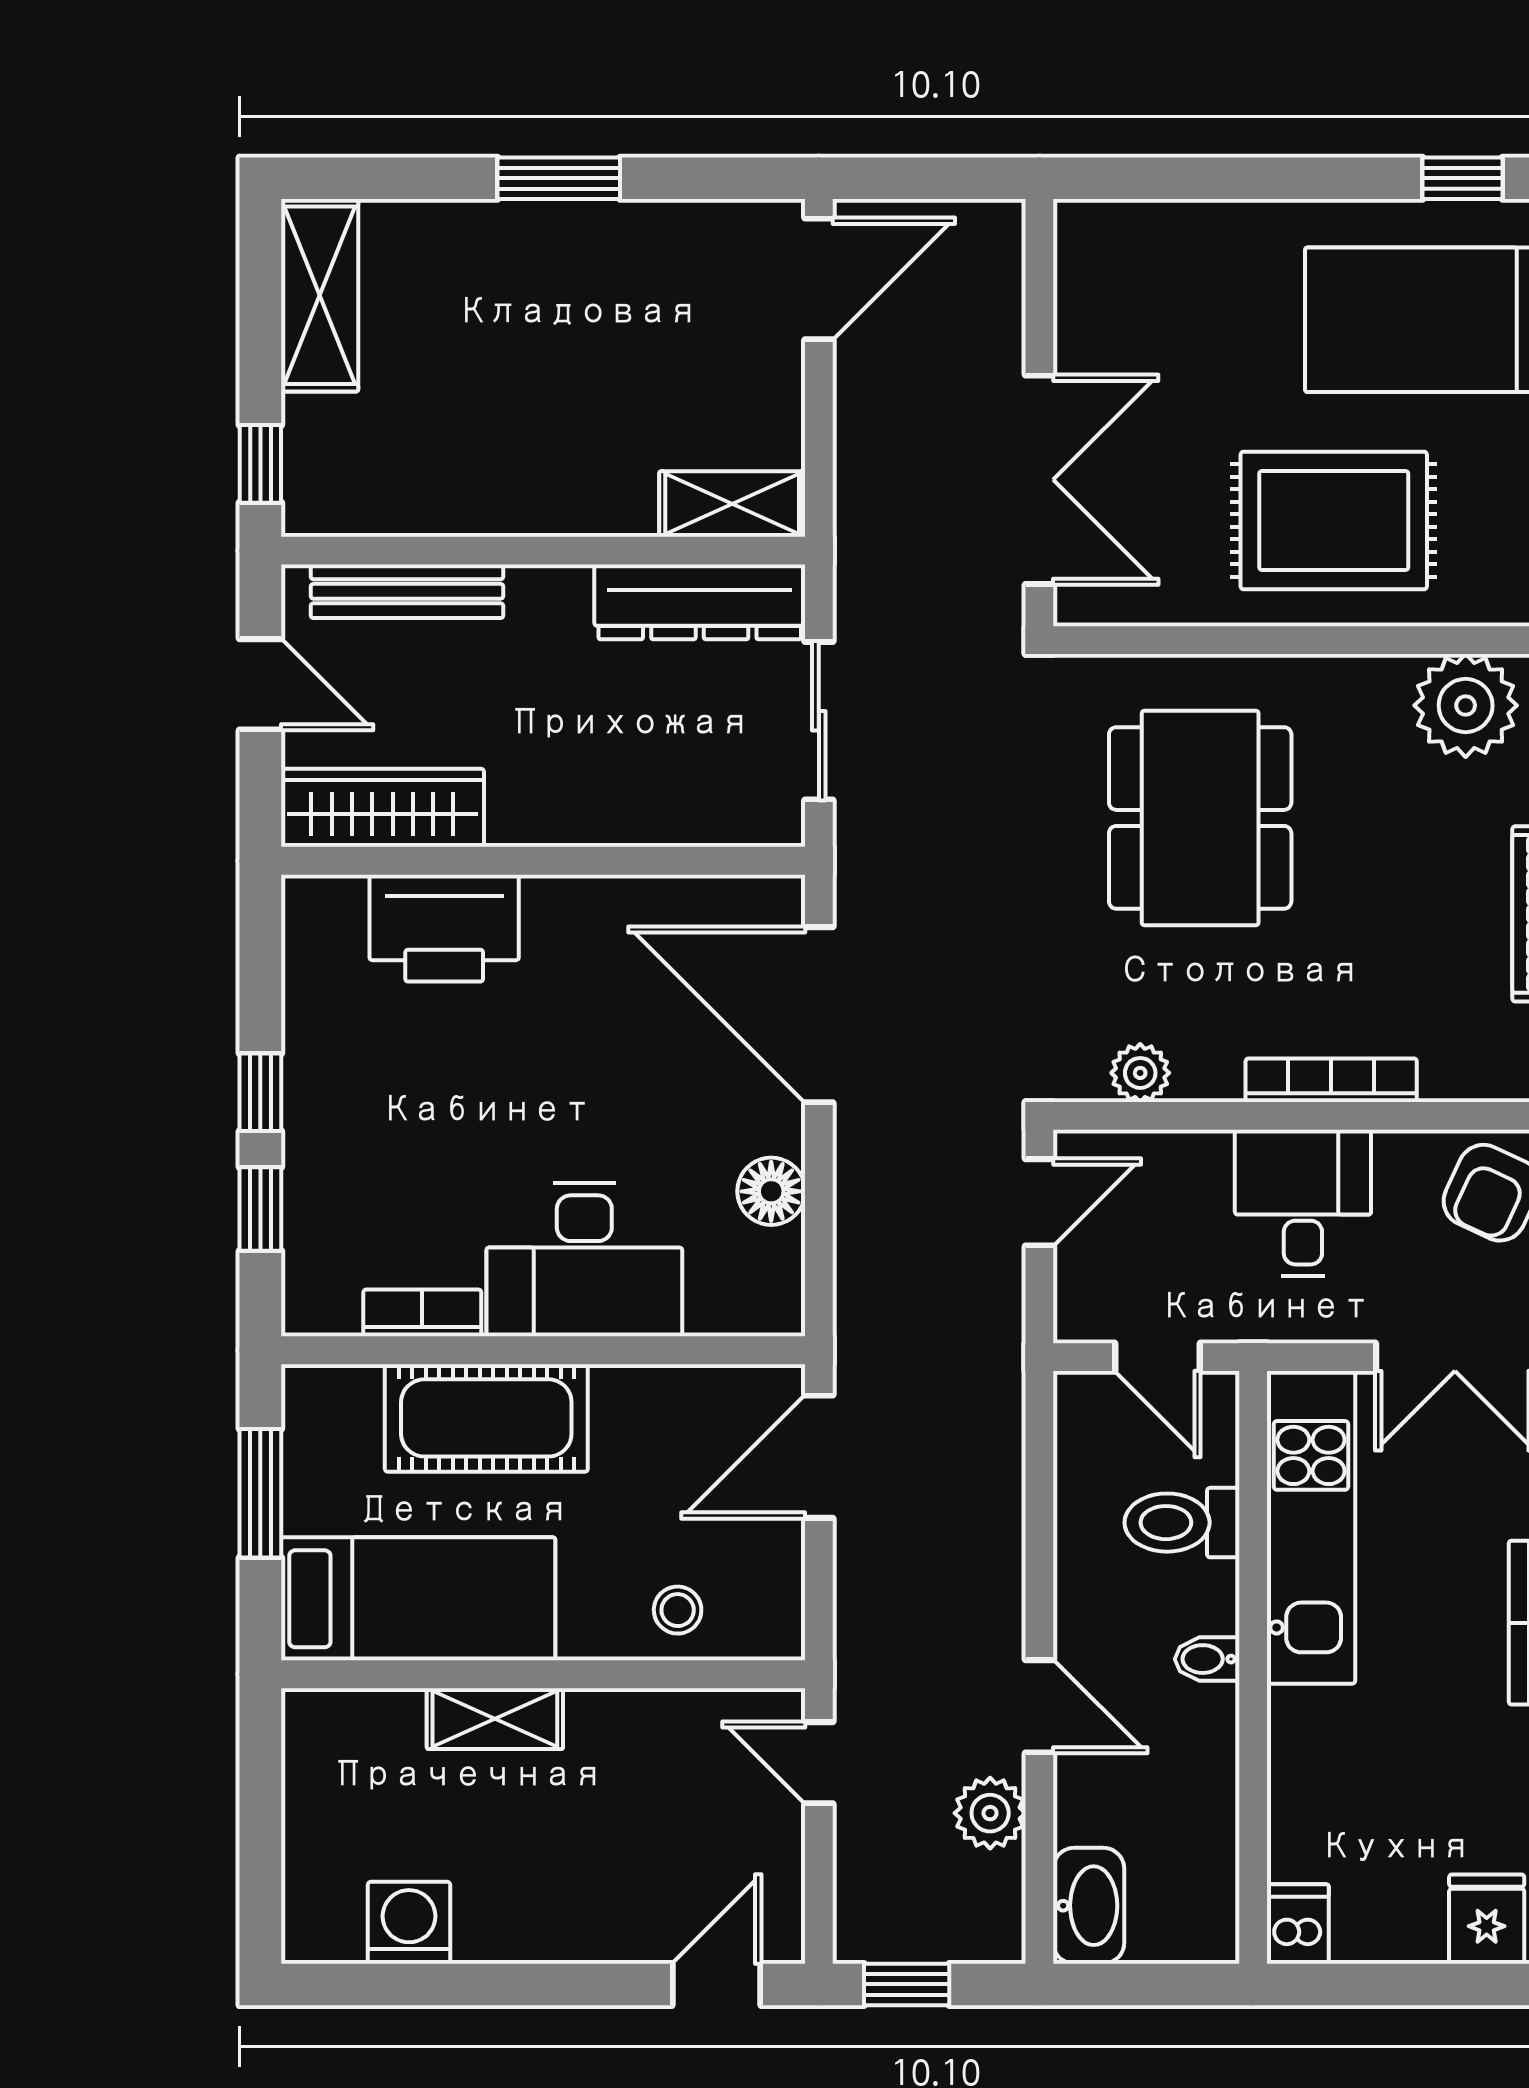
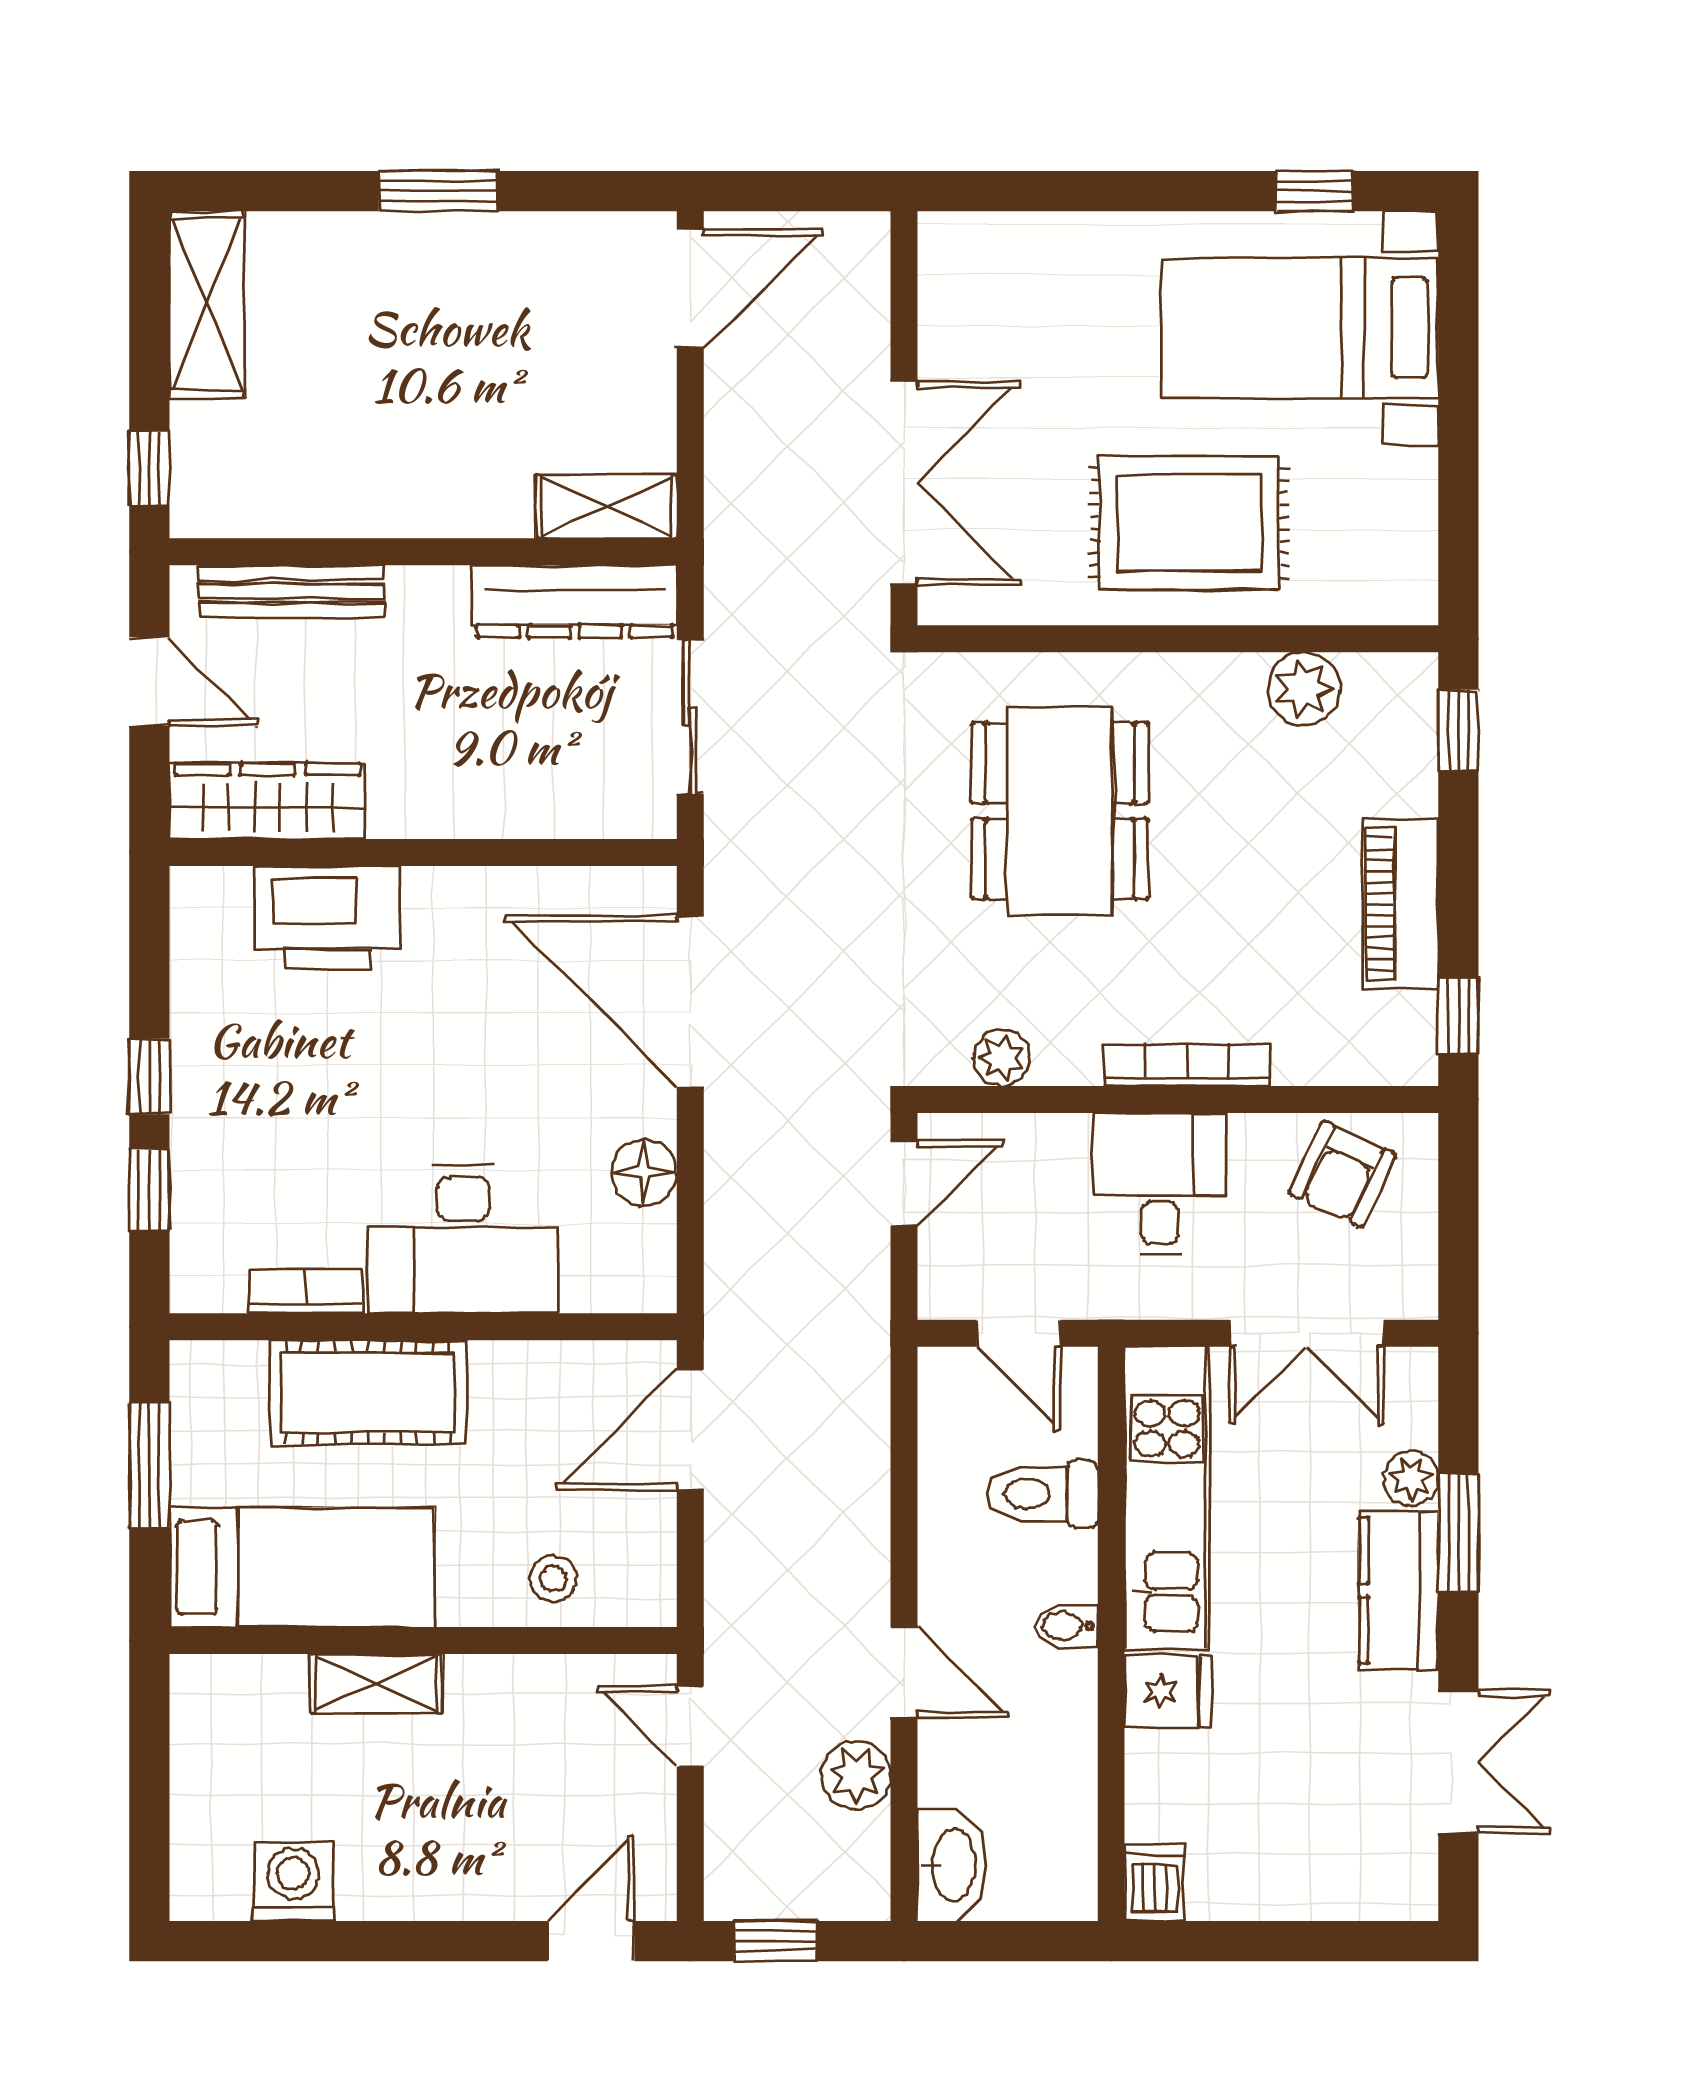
plant: (1466, 705) -> (1304, 689), width x0.73, depth x0.73
fridge: (1487, 1919) -> (1168, 1691), moved, turned 90

